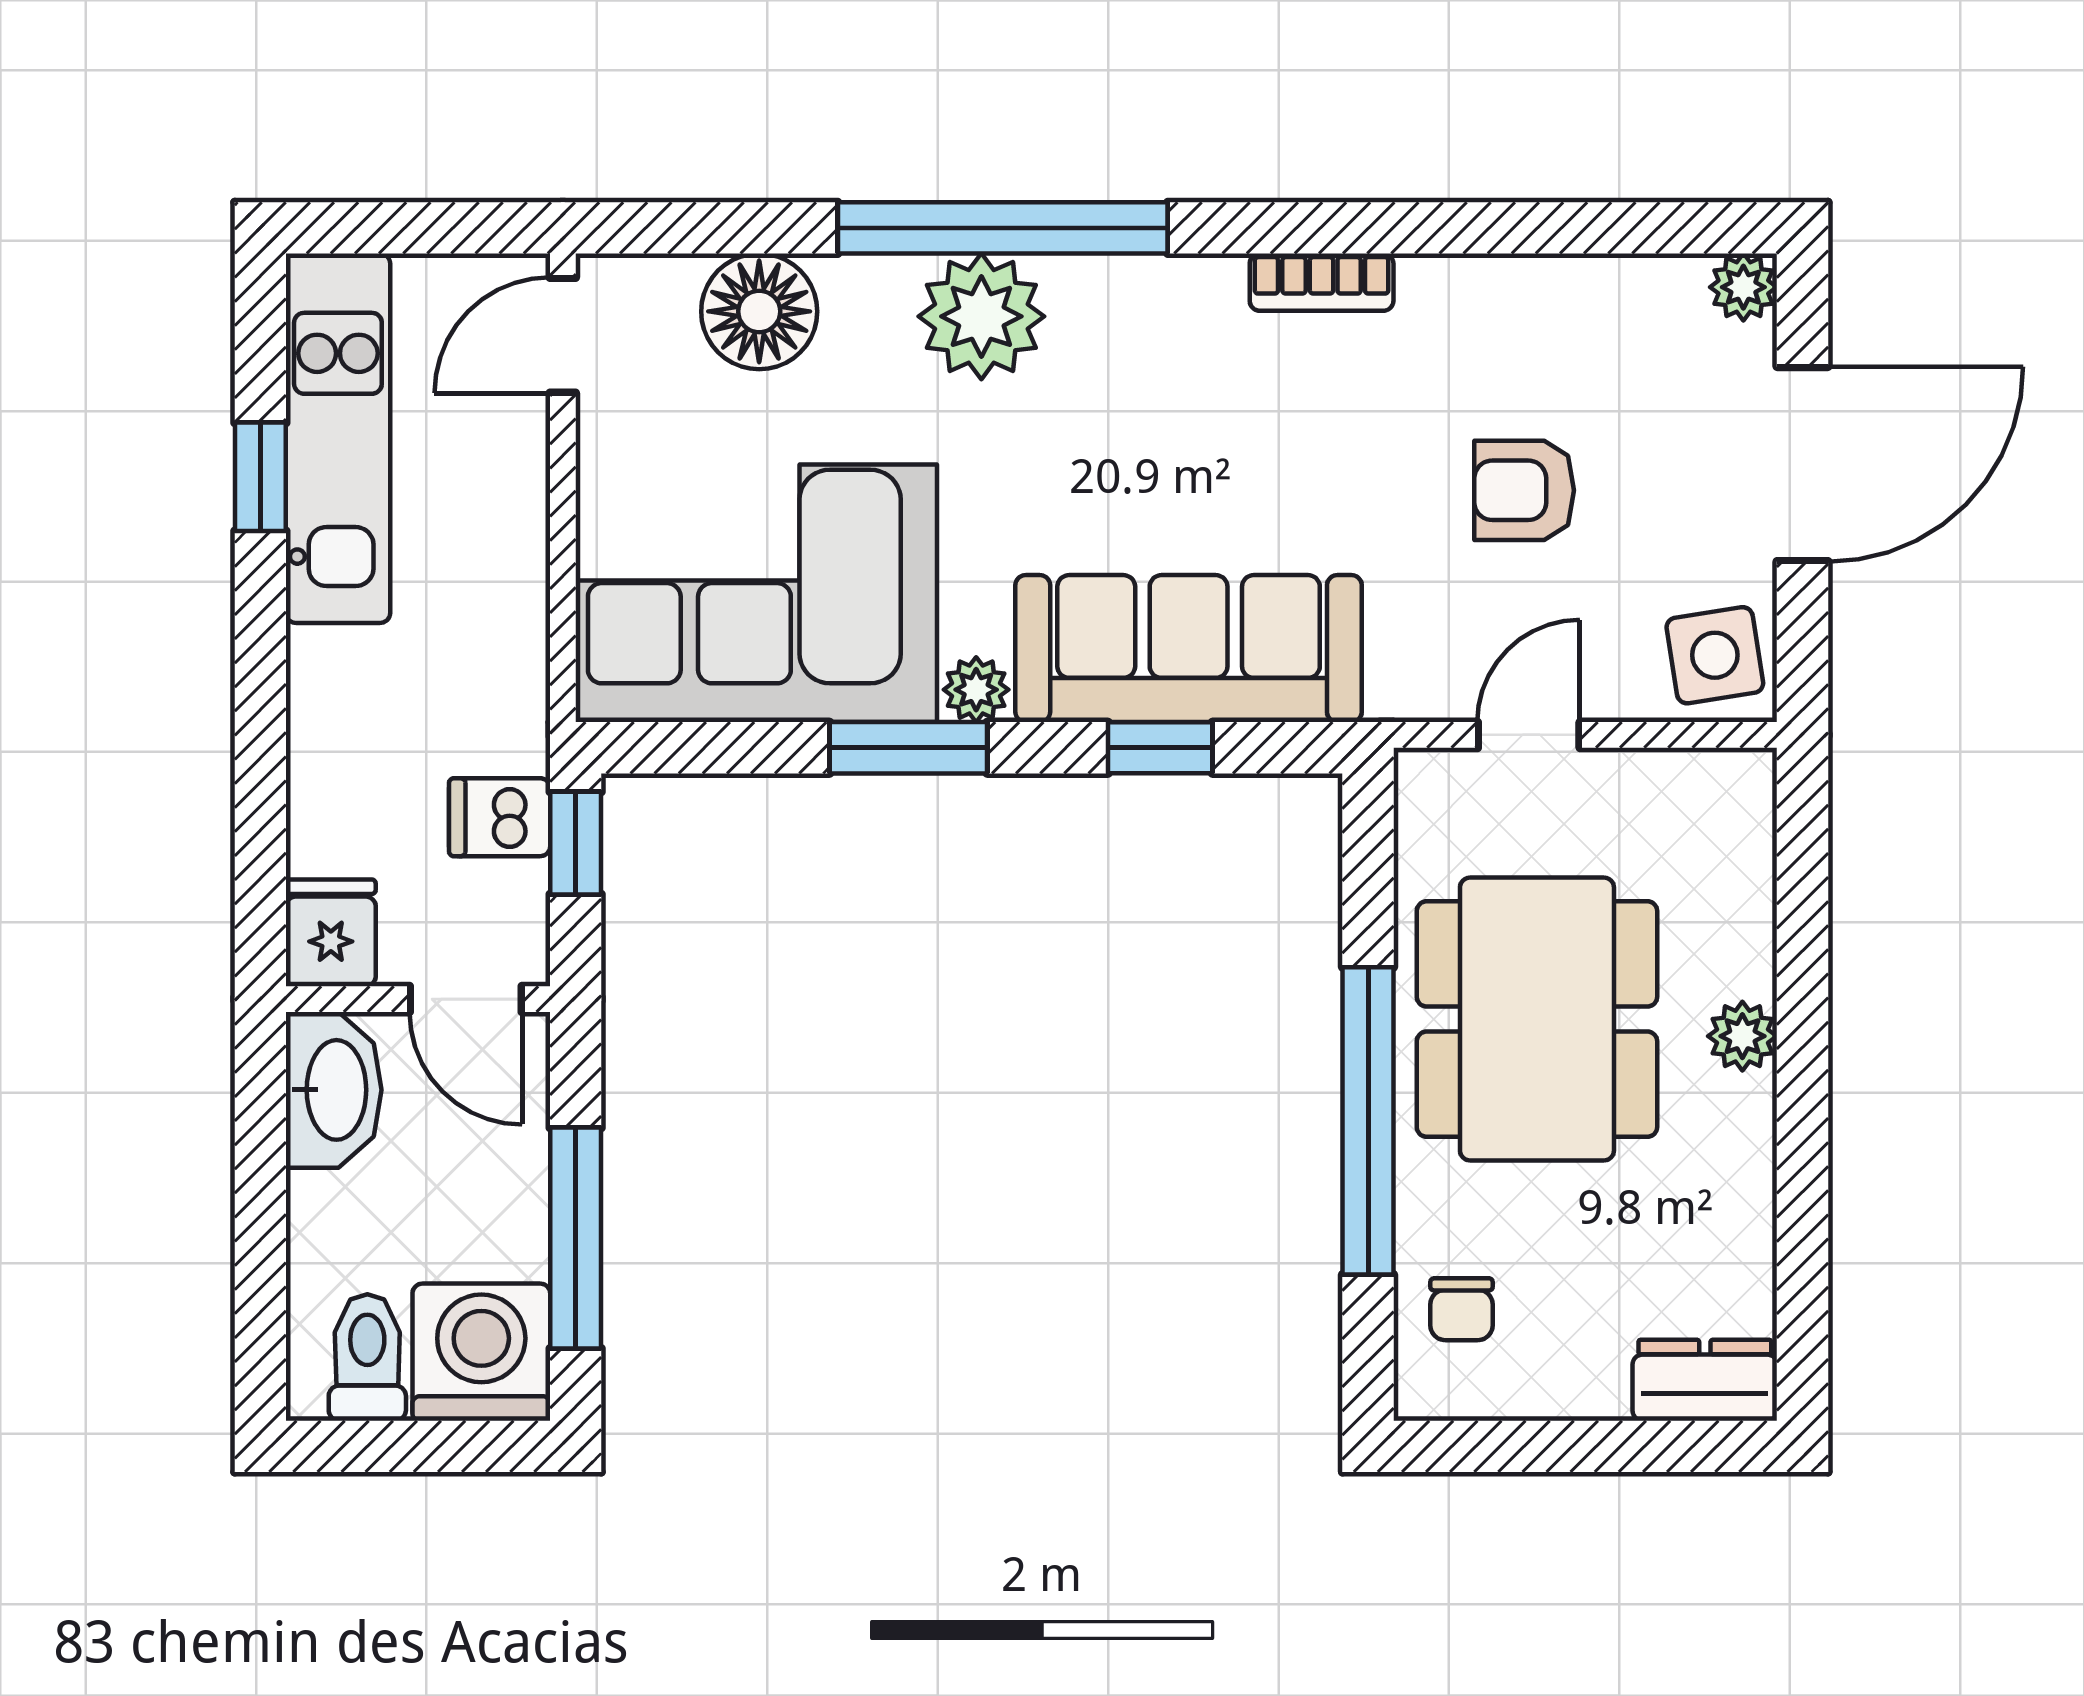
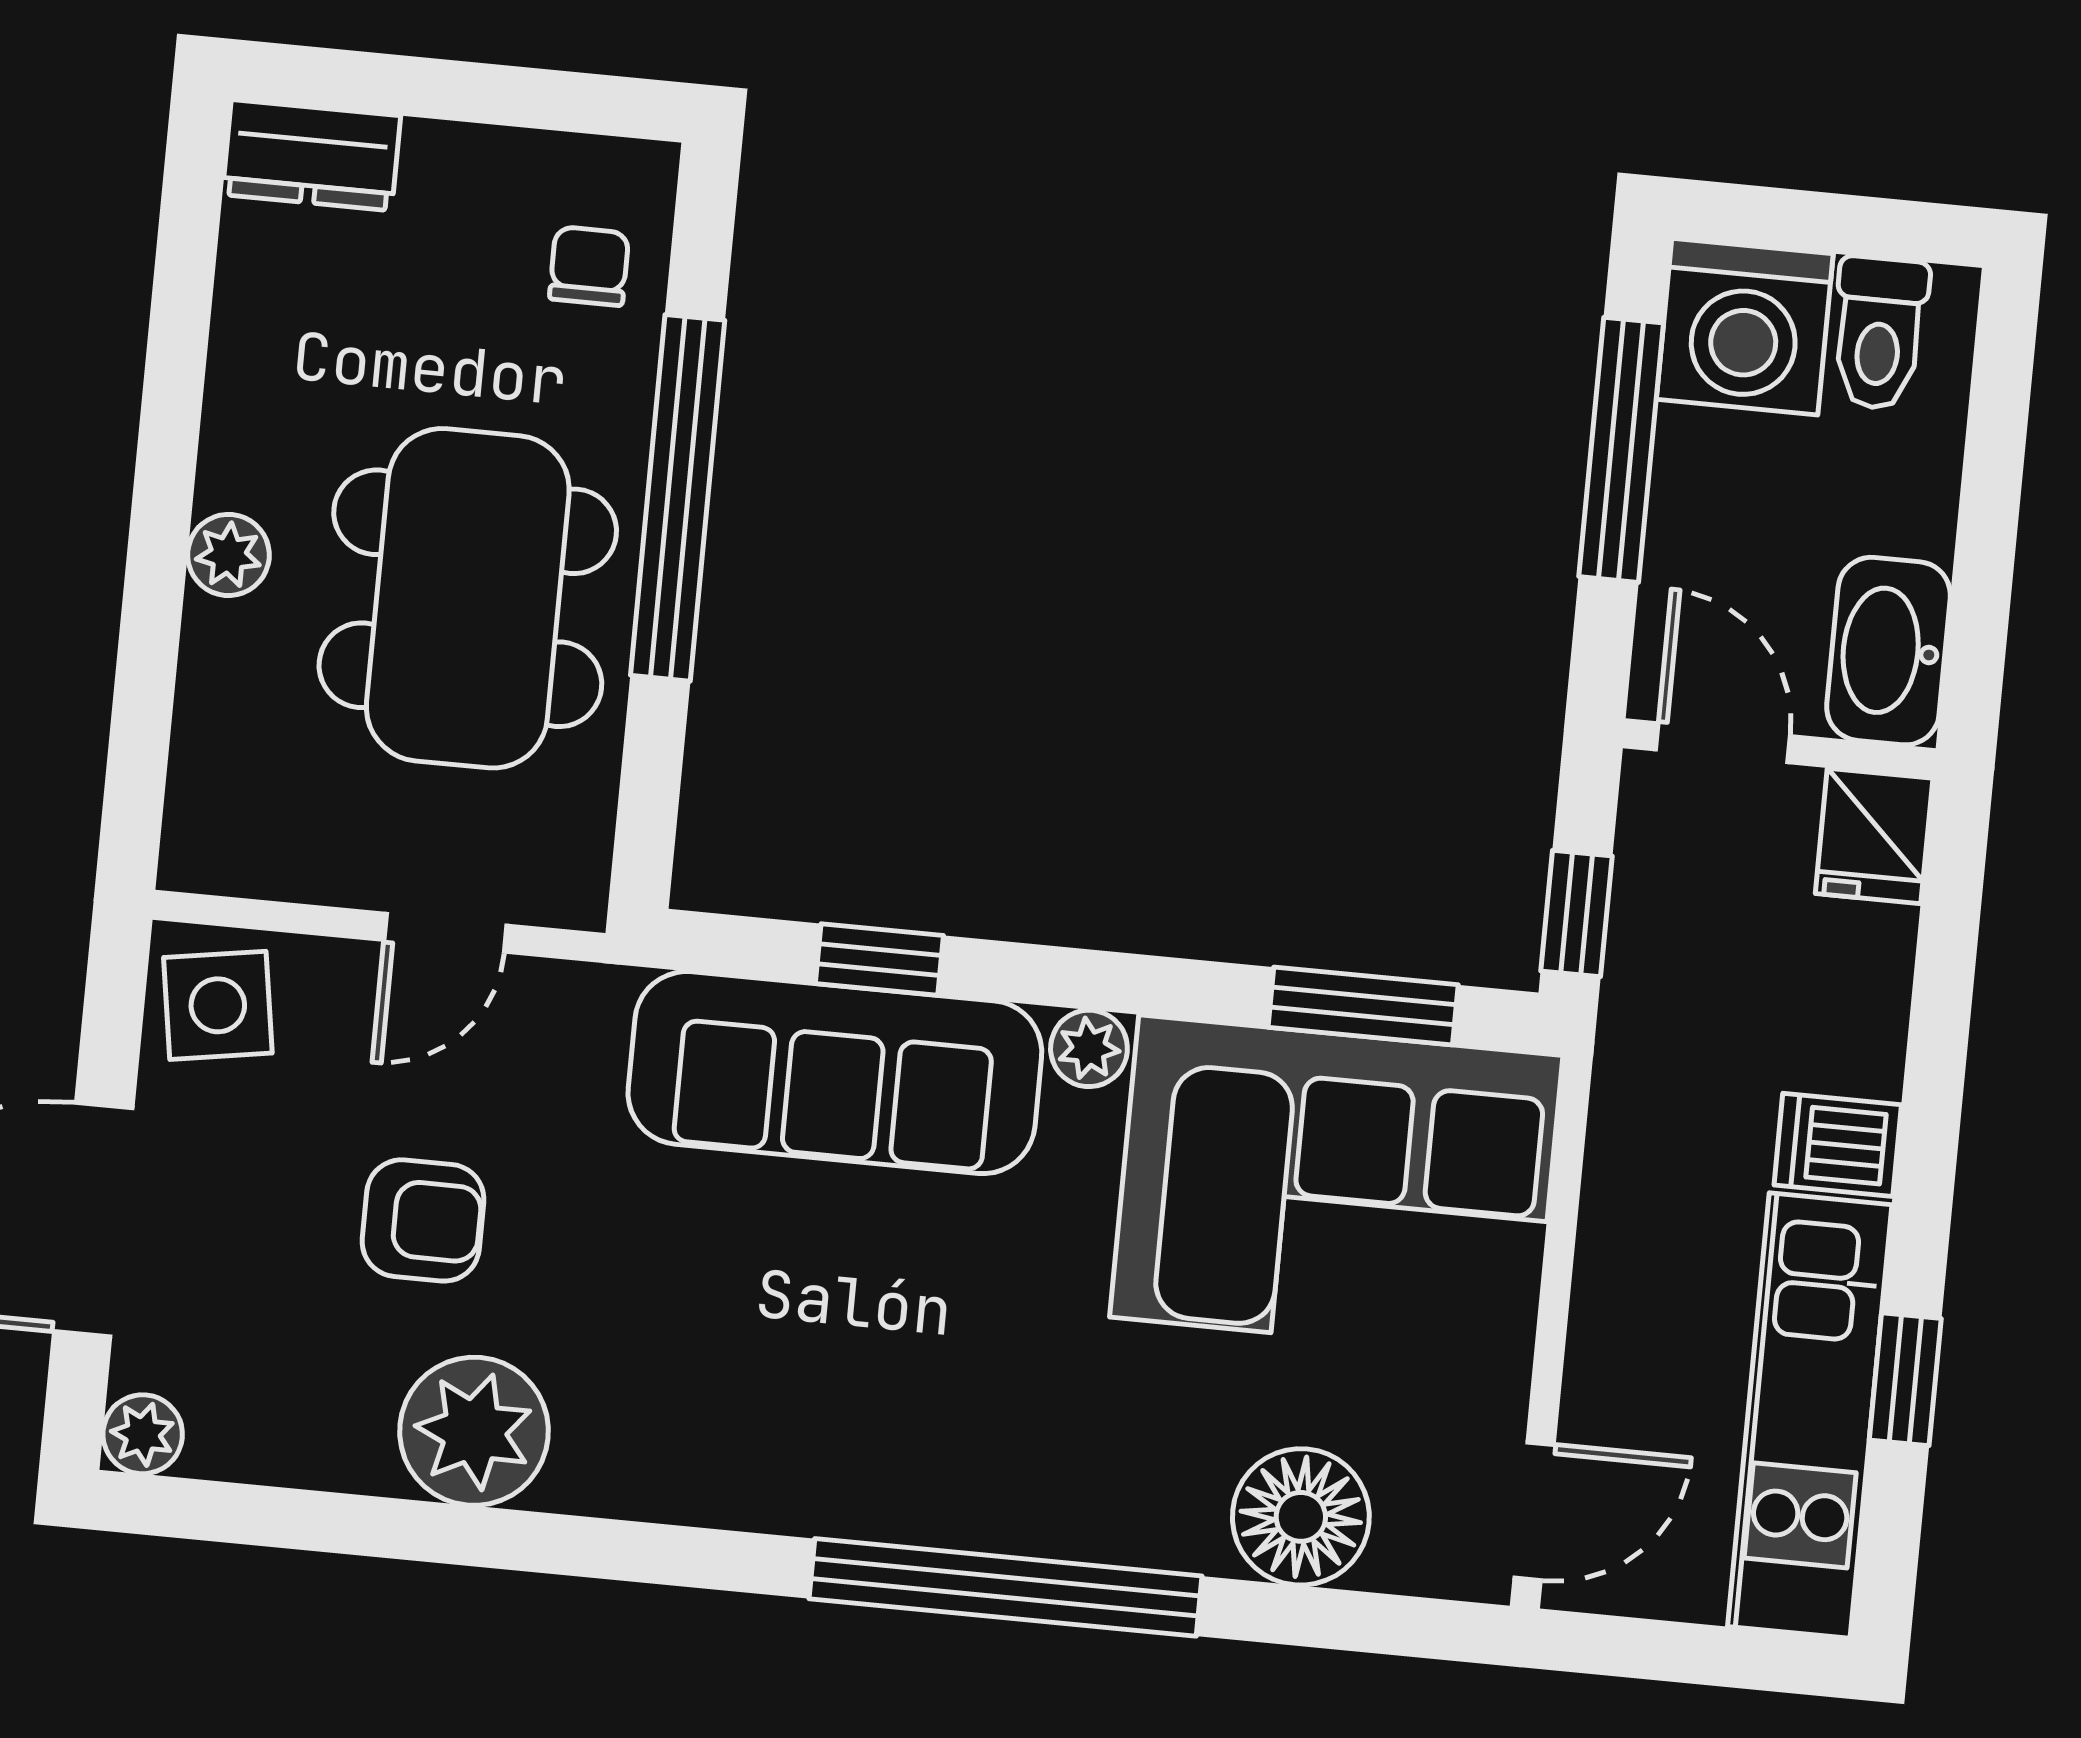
bookcase: (1322, 282) -> (637, 1488), removed
plant: (981, 316) -> (474, 1431), moved
window: (908, 748) -> (1363, 1006), moved
dishwasher: (500, 817) -> (1838, 1145), moved, turned 180

